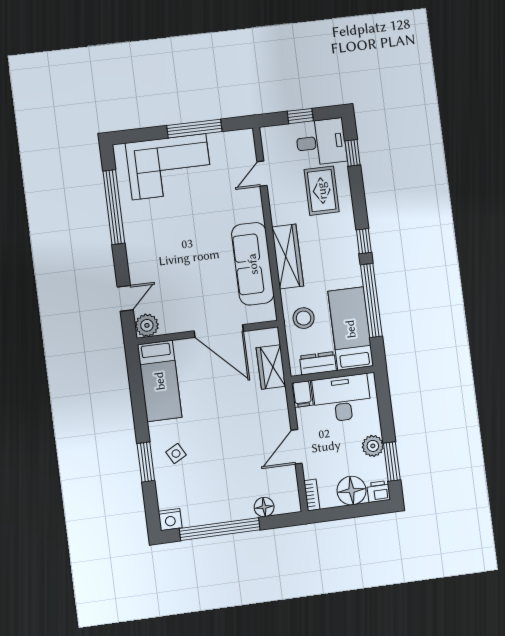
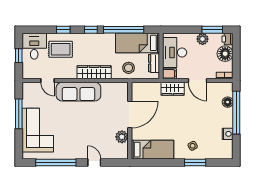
window: (353, 153) -> (63, 30), moved
sofa: (253, 264) -> (78, 92), moved
door: (125, 298) -> (94, 163), moved
plant: (147, 325) -> (122, 137), moved
wardrobe: (271, 367) -> (173, 89), moved
nightstand: (170, 520) -> (228, 134), moved
window: (220, 529) -> (236, 113), moved

